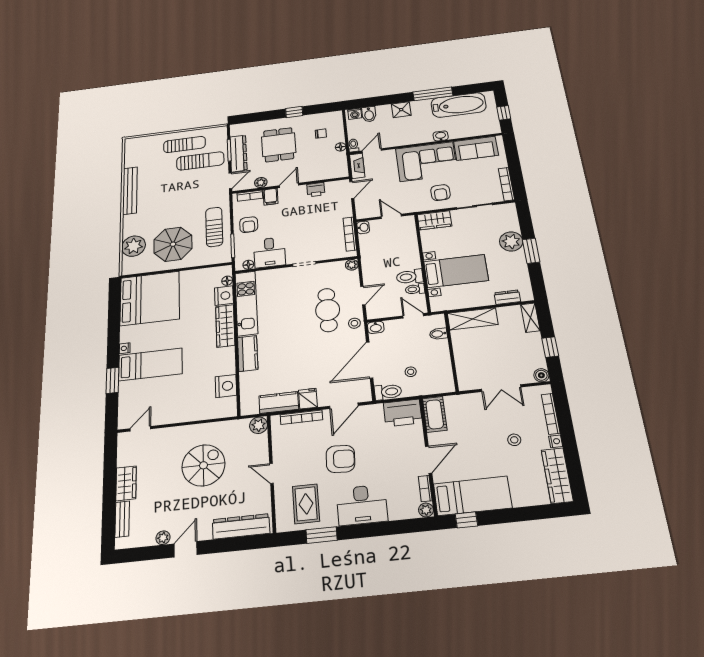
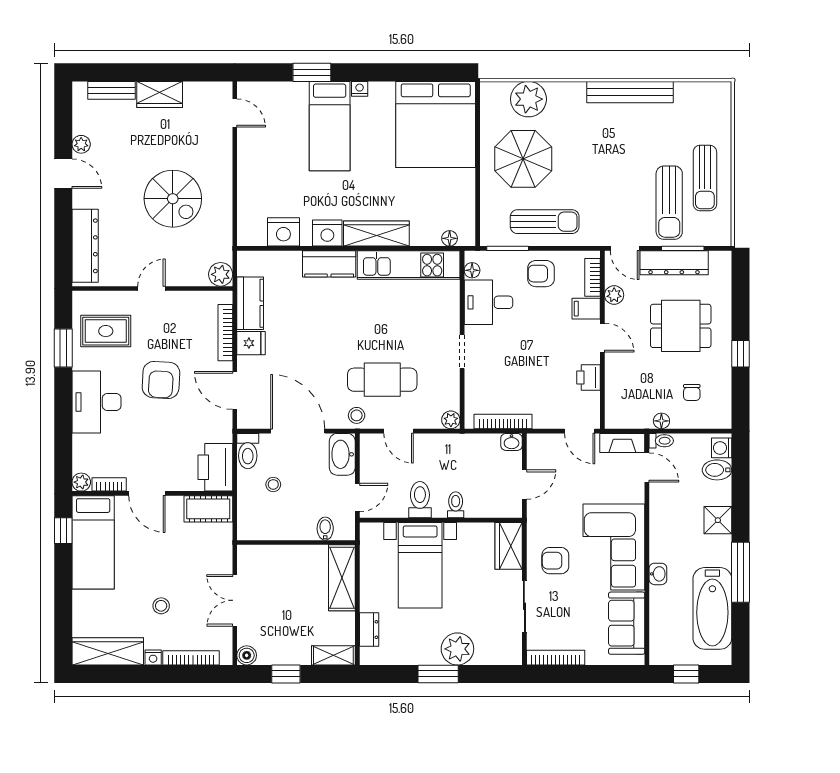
toilet: (415, 289) -> (456, 505), moved
nightstand: (224, 296) -> (327, 233), moved
washbasin: (376, 327) -> (342, 454), width x1.91, depth x1.45

